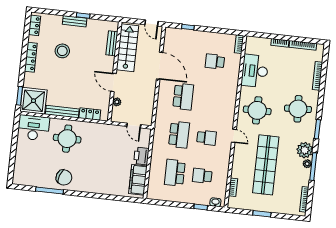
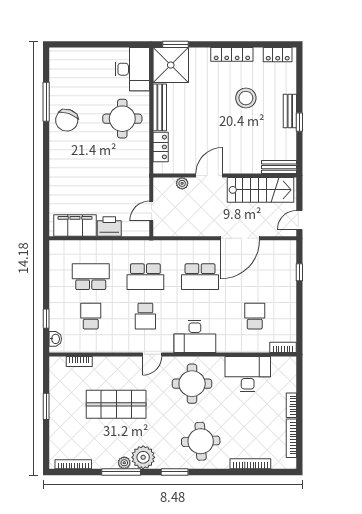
bench: (112, 43) -> (279, 167), moved
desk: (224, 105) -> (195, 336), added
shop shelf: (266, 165) -> (116, 404), width x0.71

